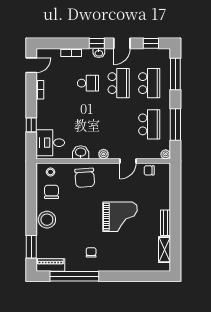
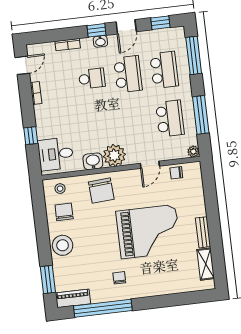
plant: (104, 154) -> (114, 155), width x1.88, depth x1.88
grand piano: (120, 217) -> (148, 232), width x1.37, depth x1.48

